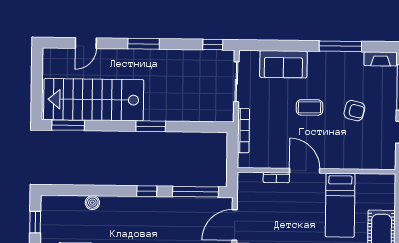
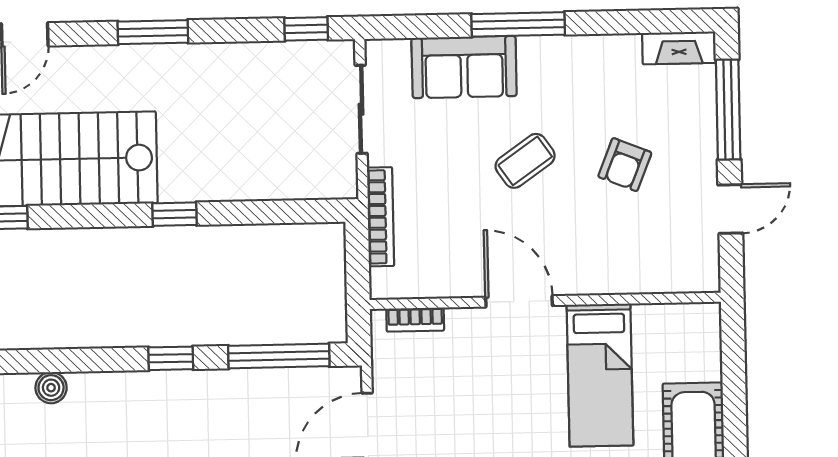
window: (340, 46) -> (518, 24), moved
coffee table: (309, 107) -> (525, 161), turned -35
armchair: (354, 111) -> (625, 165), turned 98
window: (151, 126) -> (175, 214), width x0.67
bookcase: (276, 178) -> (415, 320), moved

